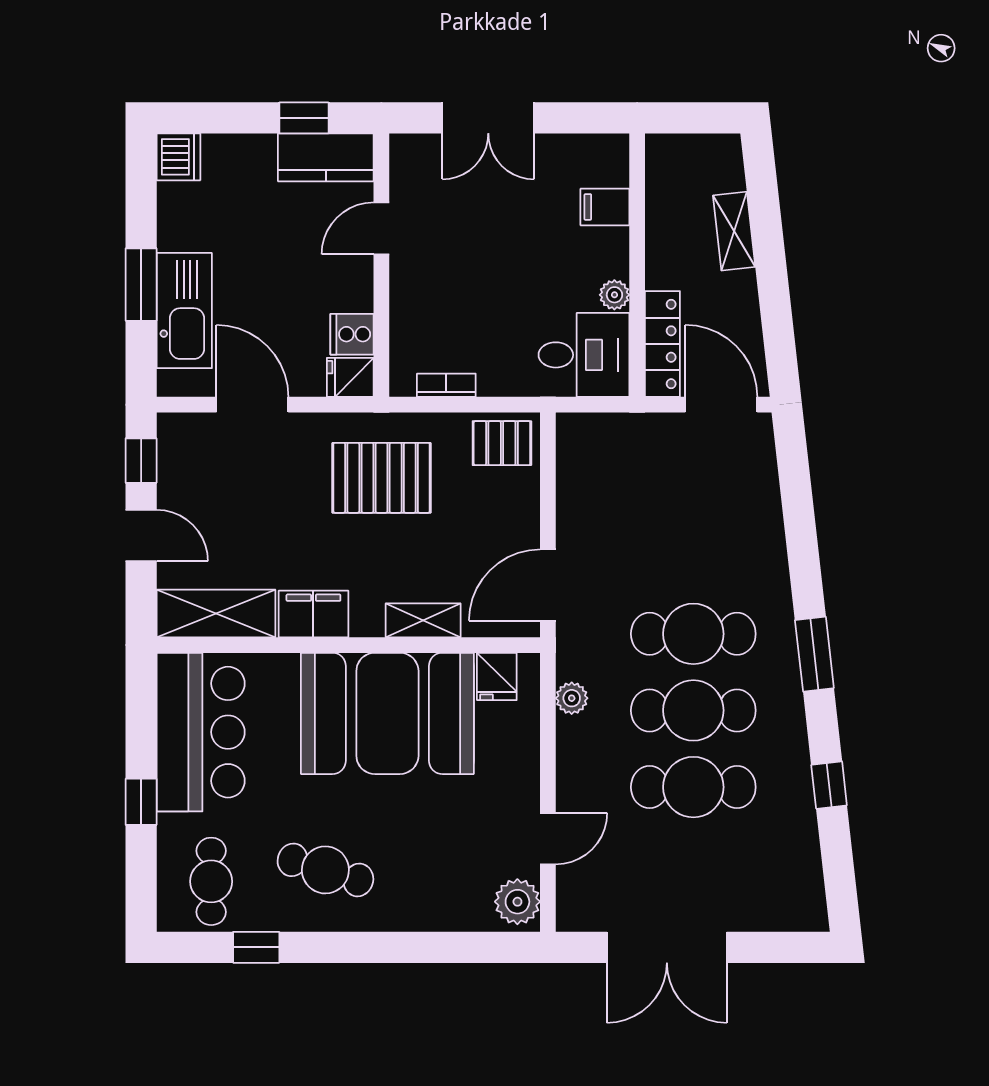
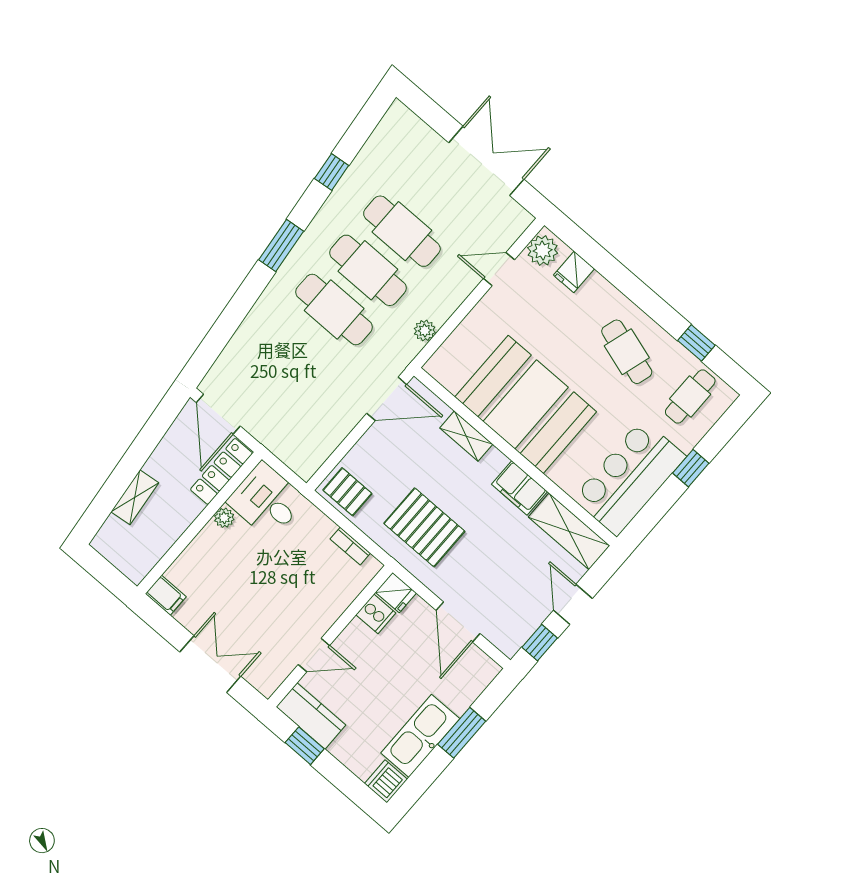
filing cabinet: (605, 207) -> (166, 595), moved
kitchen sink: (184, 311) -> (420, 736), moved
fridge: (497, 676) -> (574, 272), moved, turned 180

